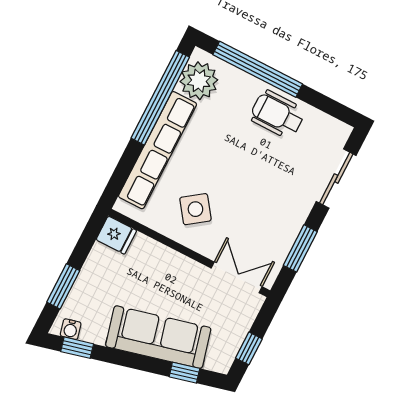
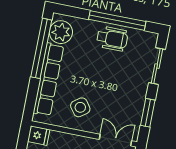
window: (258, 69) -> (117, 20), moved
wheelchair: (277, 114) -> (112, 39), turned 180

